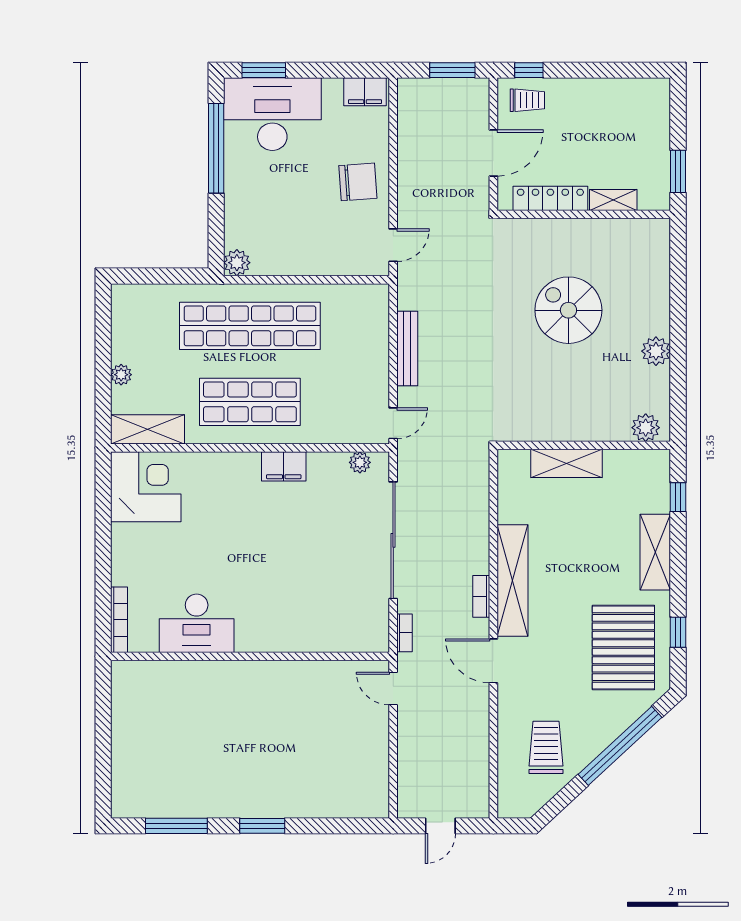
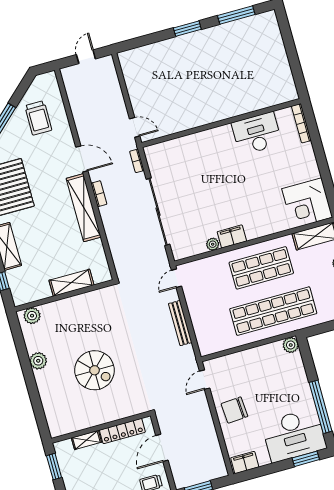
plant: (360, 462) -> (213, 244), moved

